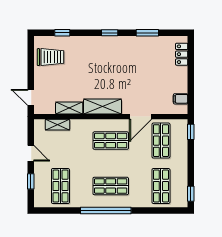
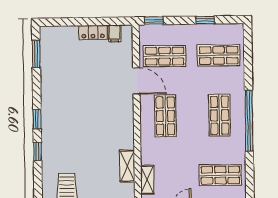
window: (62, 33) -> (37, 152), moved
window: (147, 33) -> (36, 54), moved
locker: (182, 54) -> (93, 32), moved
shelving: (103, 107) -> (125, 126), removed
window: (191, 194) -> (205, 20), moved

